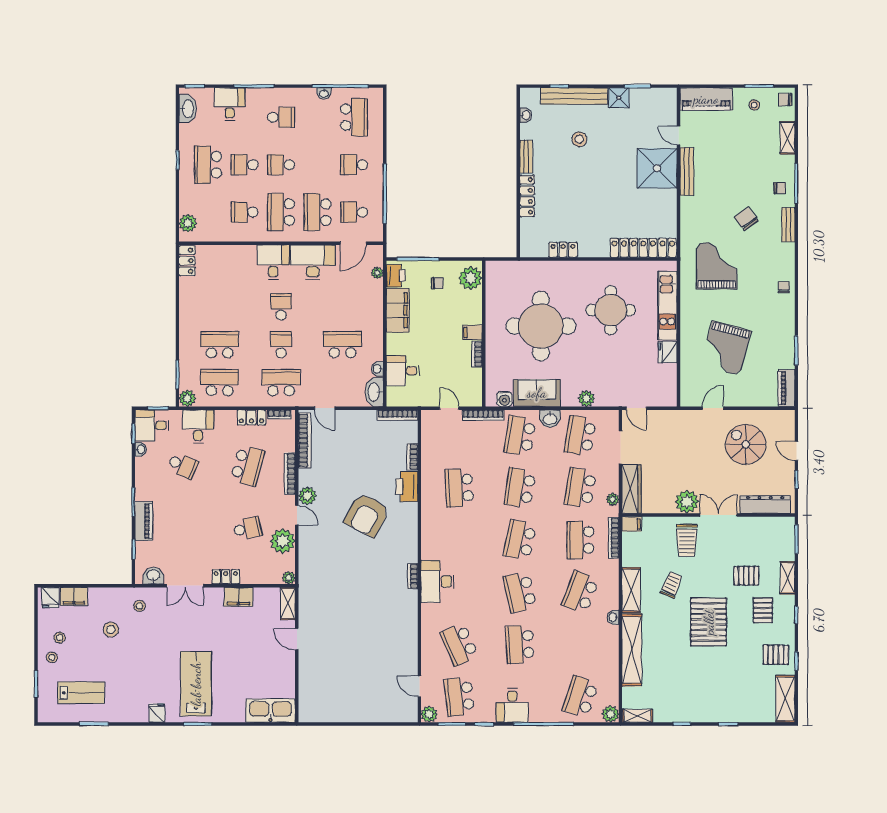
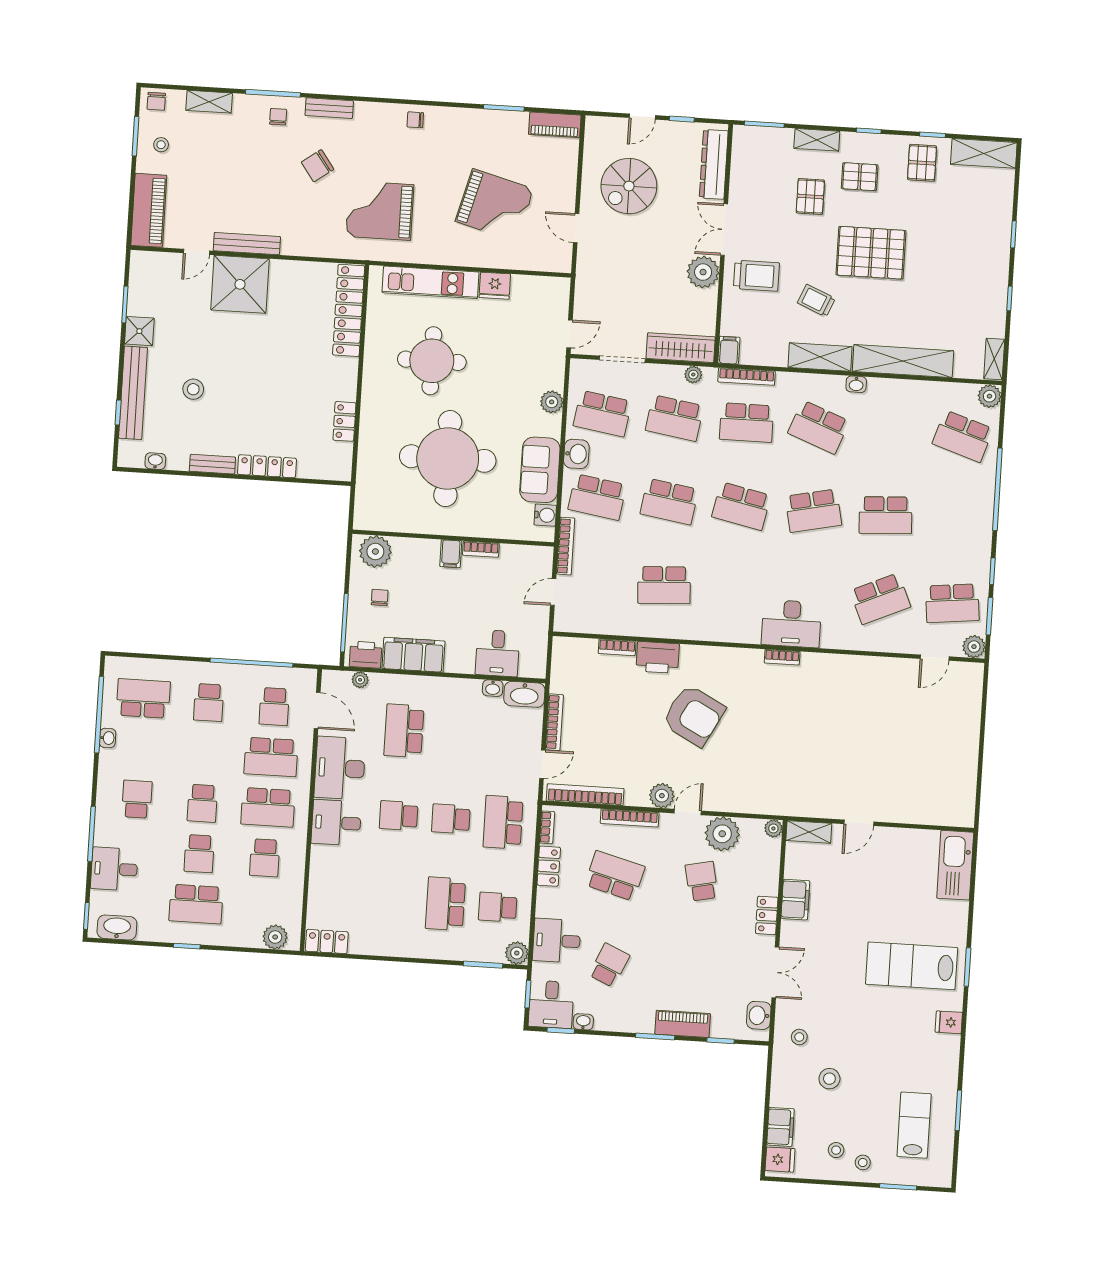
school desk: (343, 345) -> (404, 731), moved
school desk: (220, 382) -> (498, 907), width x0.54
bookcase: (397, 415) -> (554, 722), moved
desk: (512, 705) -> (969, 531), removed

